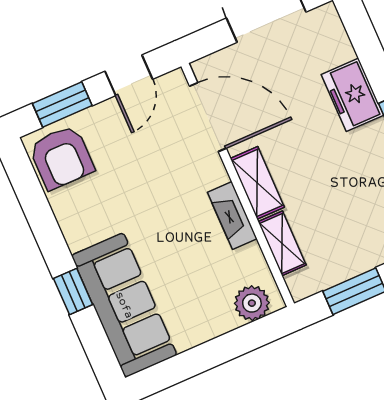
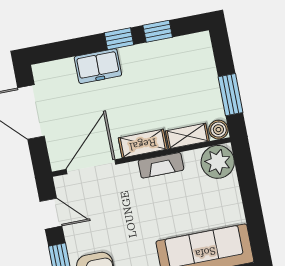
boiler: (301, 285) -> (218, 130), added
plant: (252, 303) -> (218, 162), width x1.36, depth x1.36

